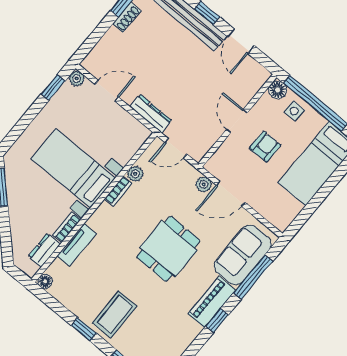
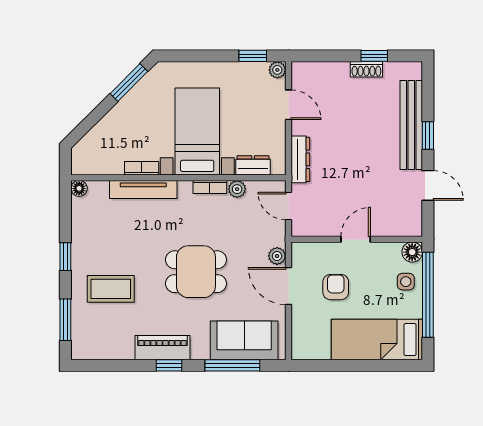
door: (241, 41) -> (428, 185), swing flipped
armchair: (265, 147) -> (336, 287), moved, turned -90
tv unit: (77, 245) -> (143, 189), width x1.41
dresser: (44, 250) -> (253, 165), moved
piano: (212, 302) -> (162, 348), moved
coffee table: (115, 315) -> (111, 289), moved

